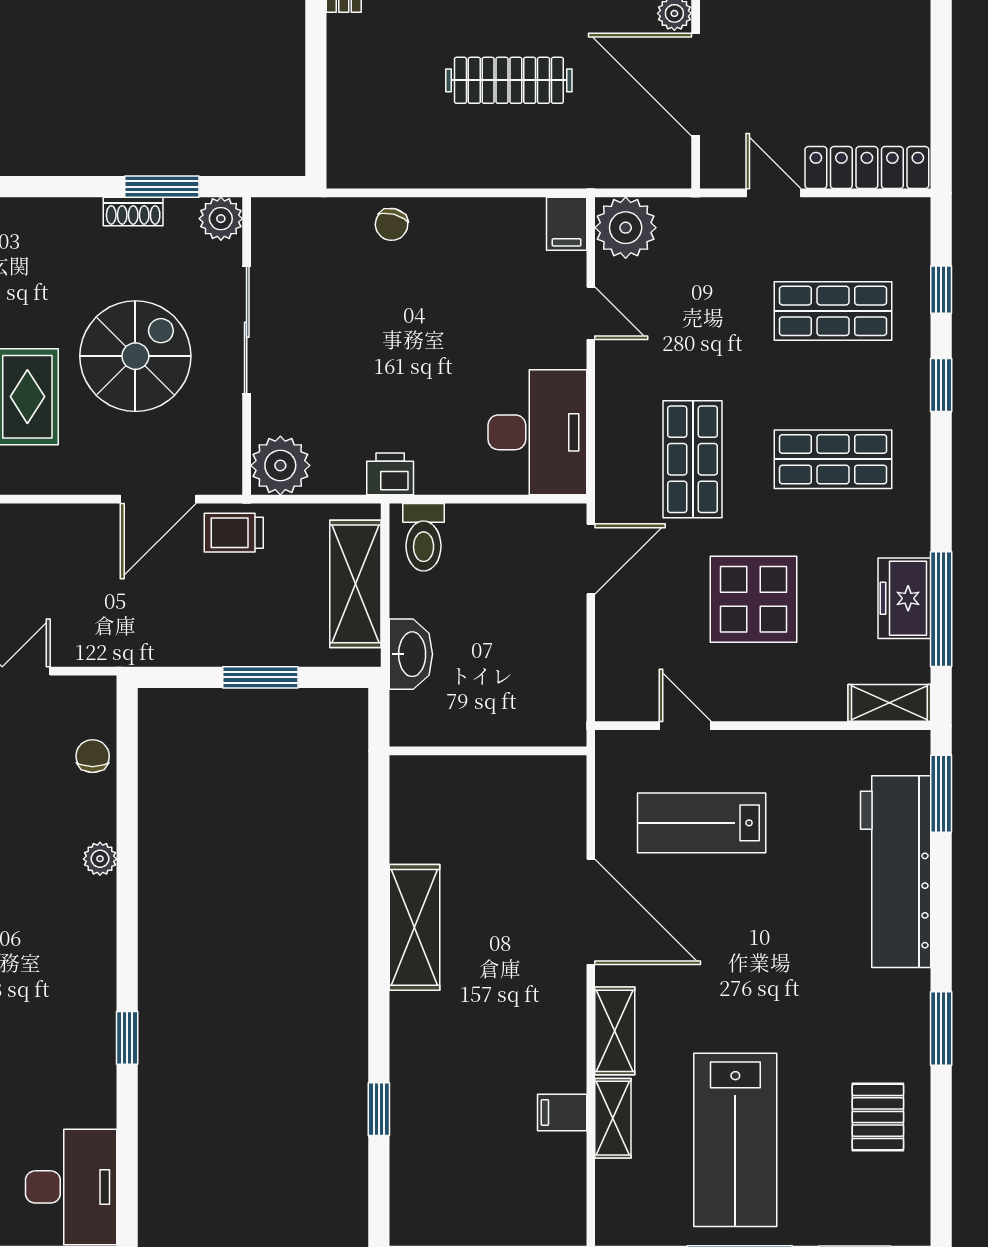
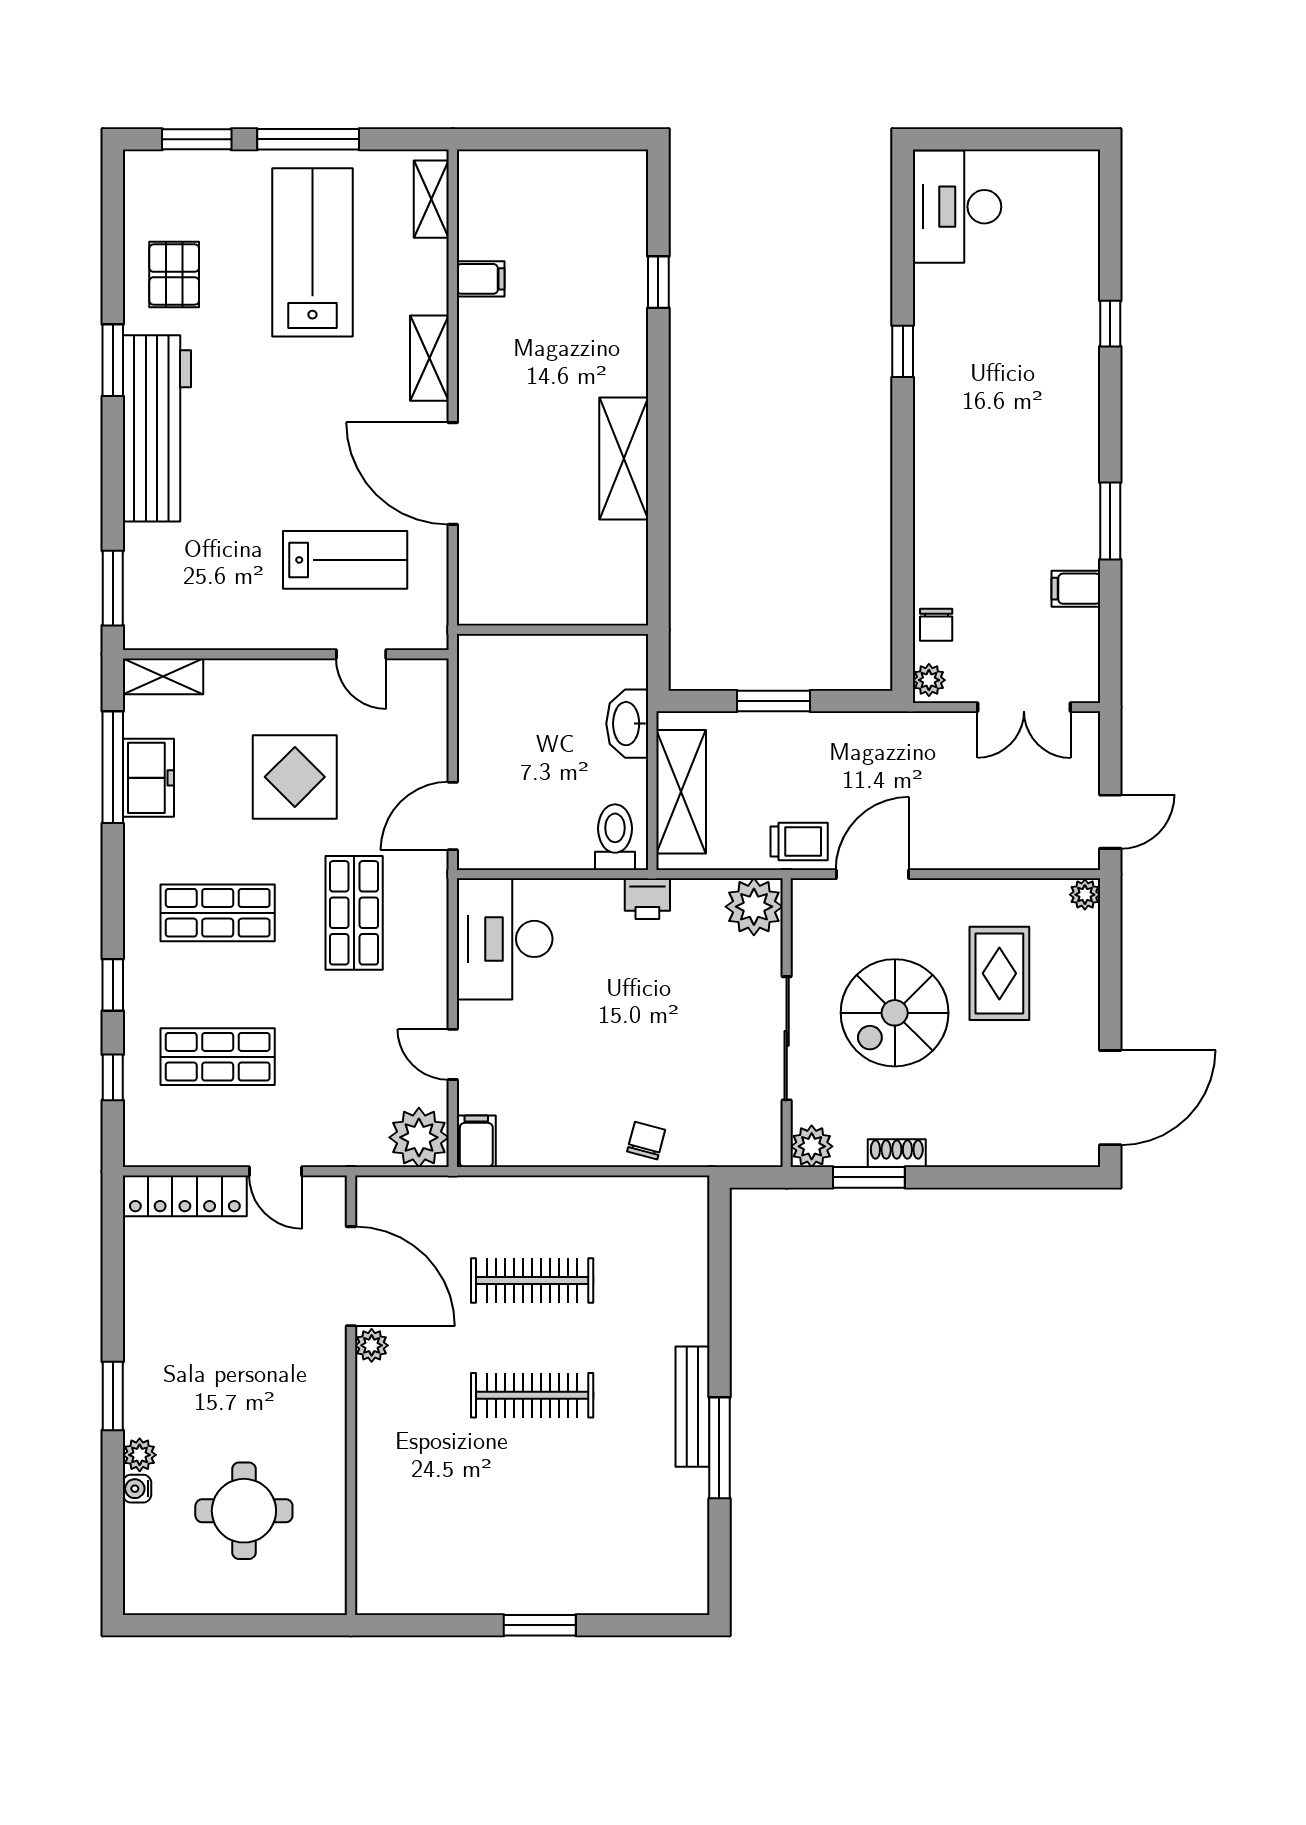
plant: (100, 859) -> (929, 680), moved
workbench: (896, 872) -> (157, 428), moved
shelving: (613, 1118) -> (431, 199), moved

